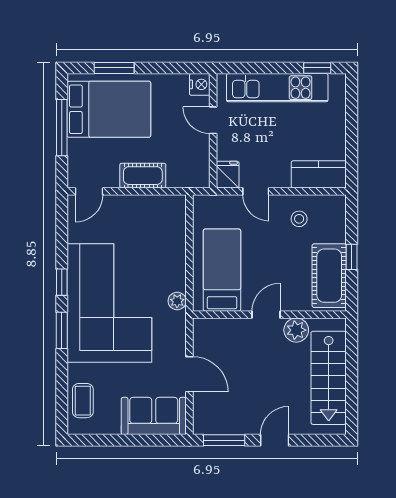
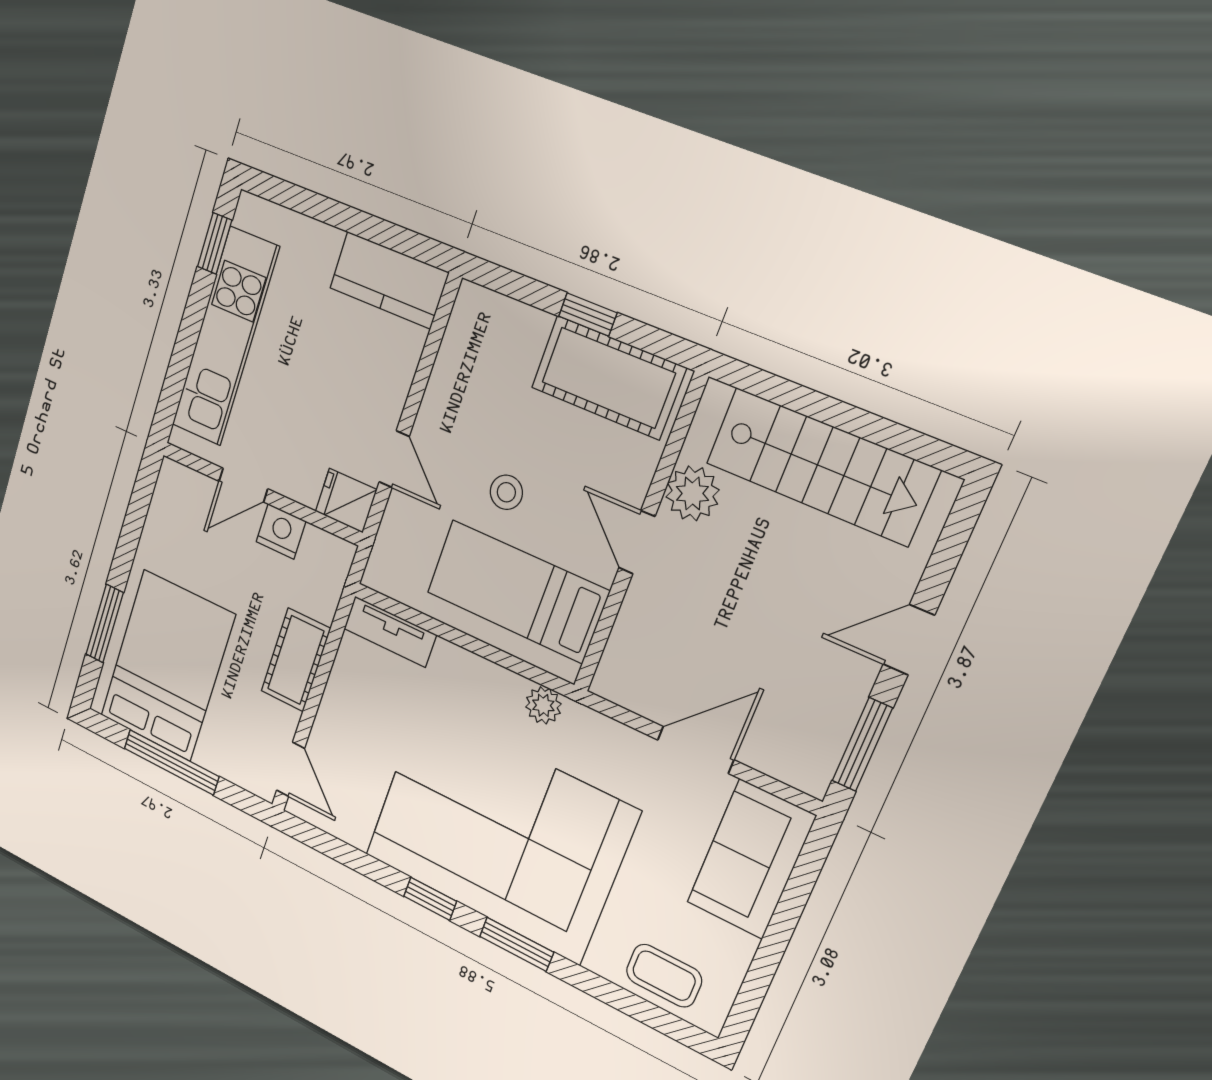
nightstand: (200, 84) -> (281, 531), moved
kitchen counter: (319, 174) -> (389, 280), moved, turned -90
door: (256, 191) -> (394, 459), hinge flipped
tv unit: (177, 217) -> (390, 632), added
stool: (299, 219) -> (506, 492), moved
door: (275, 440) -> (909, 640), hinge flipped

